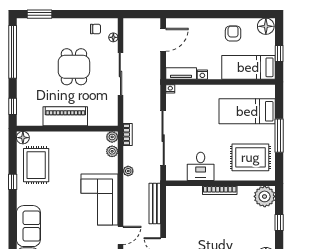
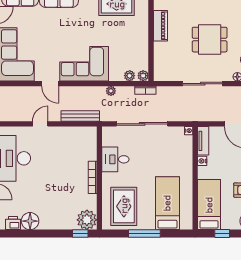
piano: (65, 116) -> (160, 26), width x0.73, depth x0.75
window: (279, 222) -> (80, 234), moved

